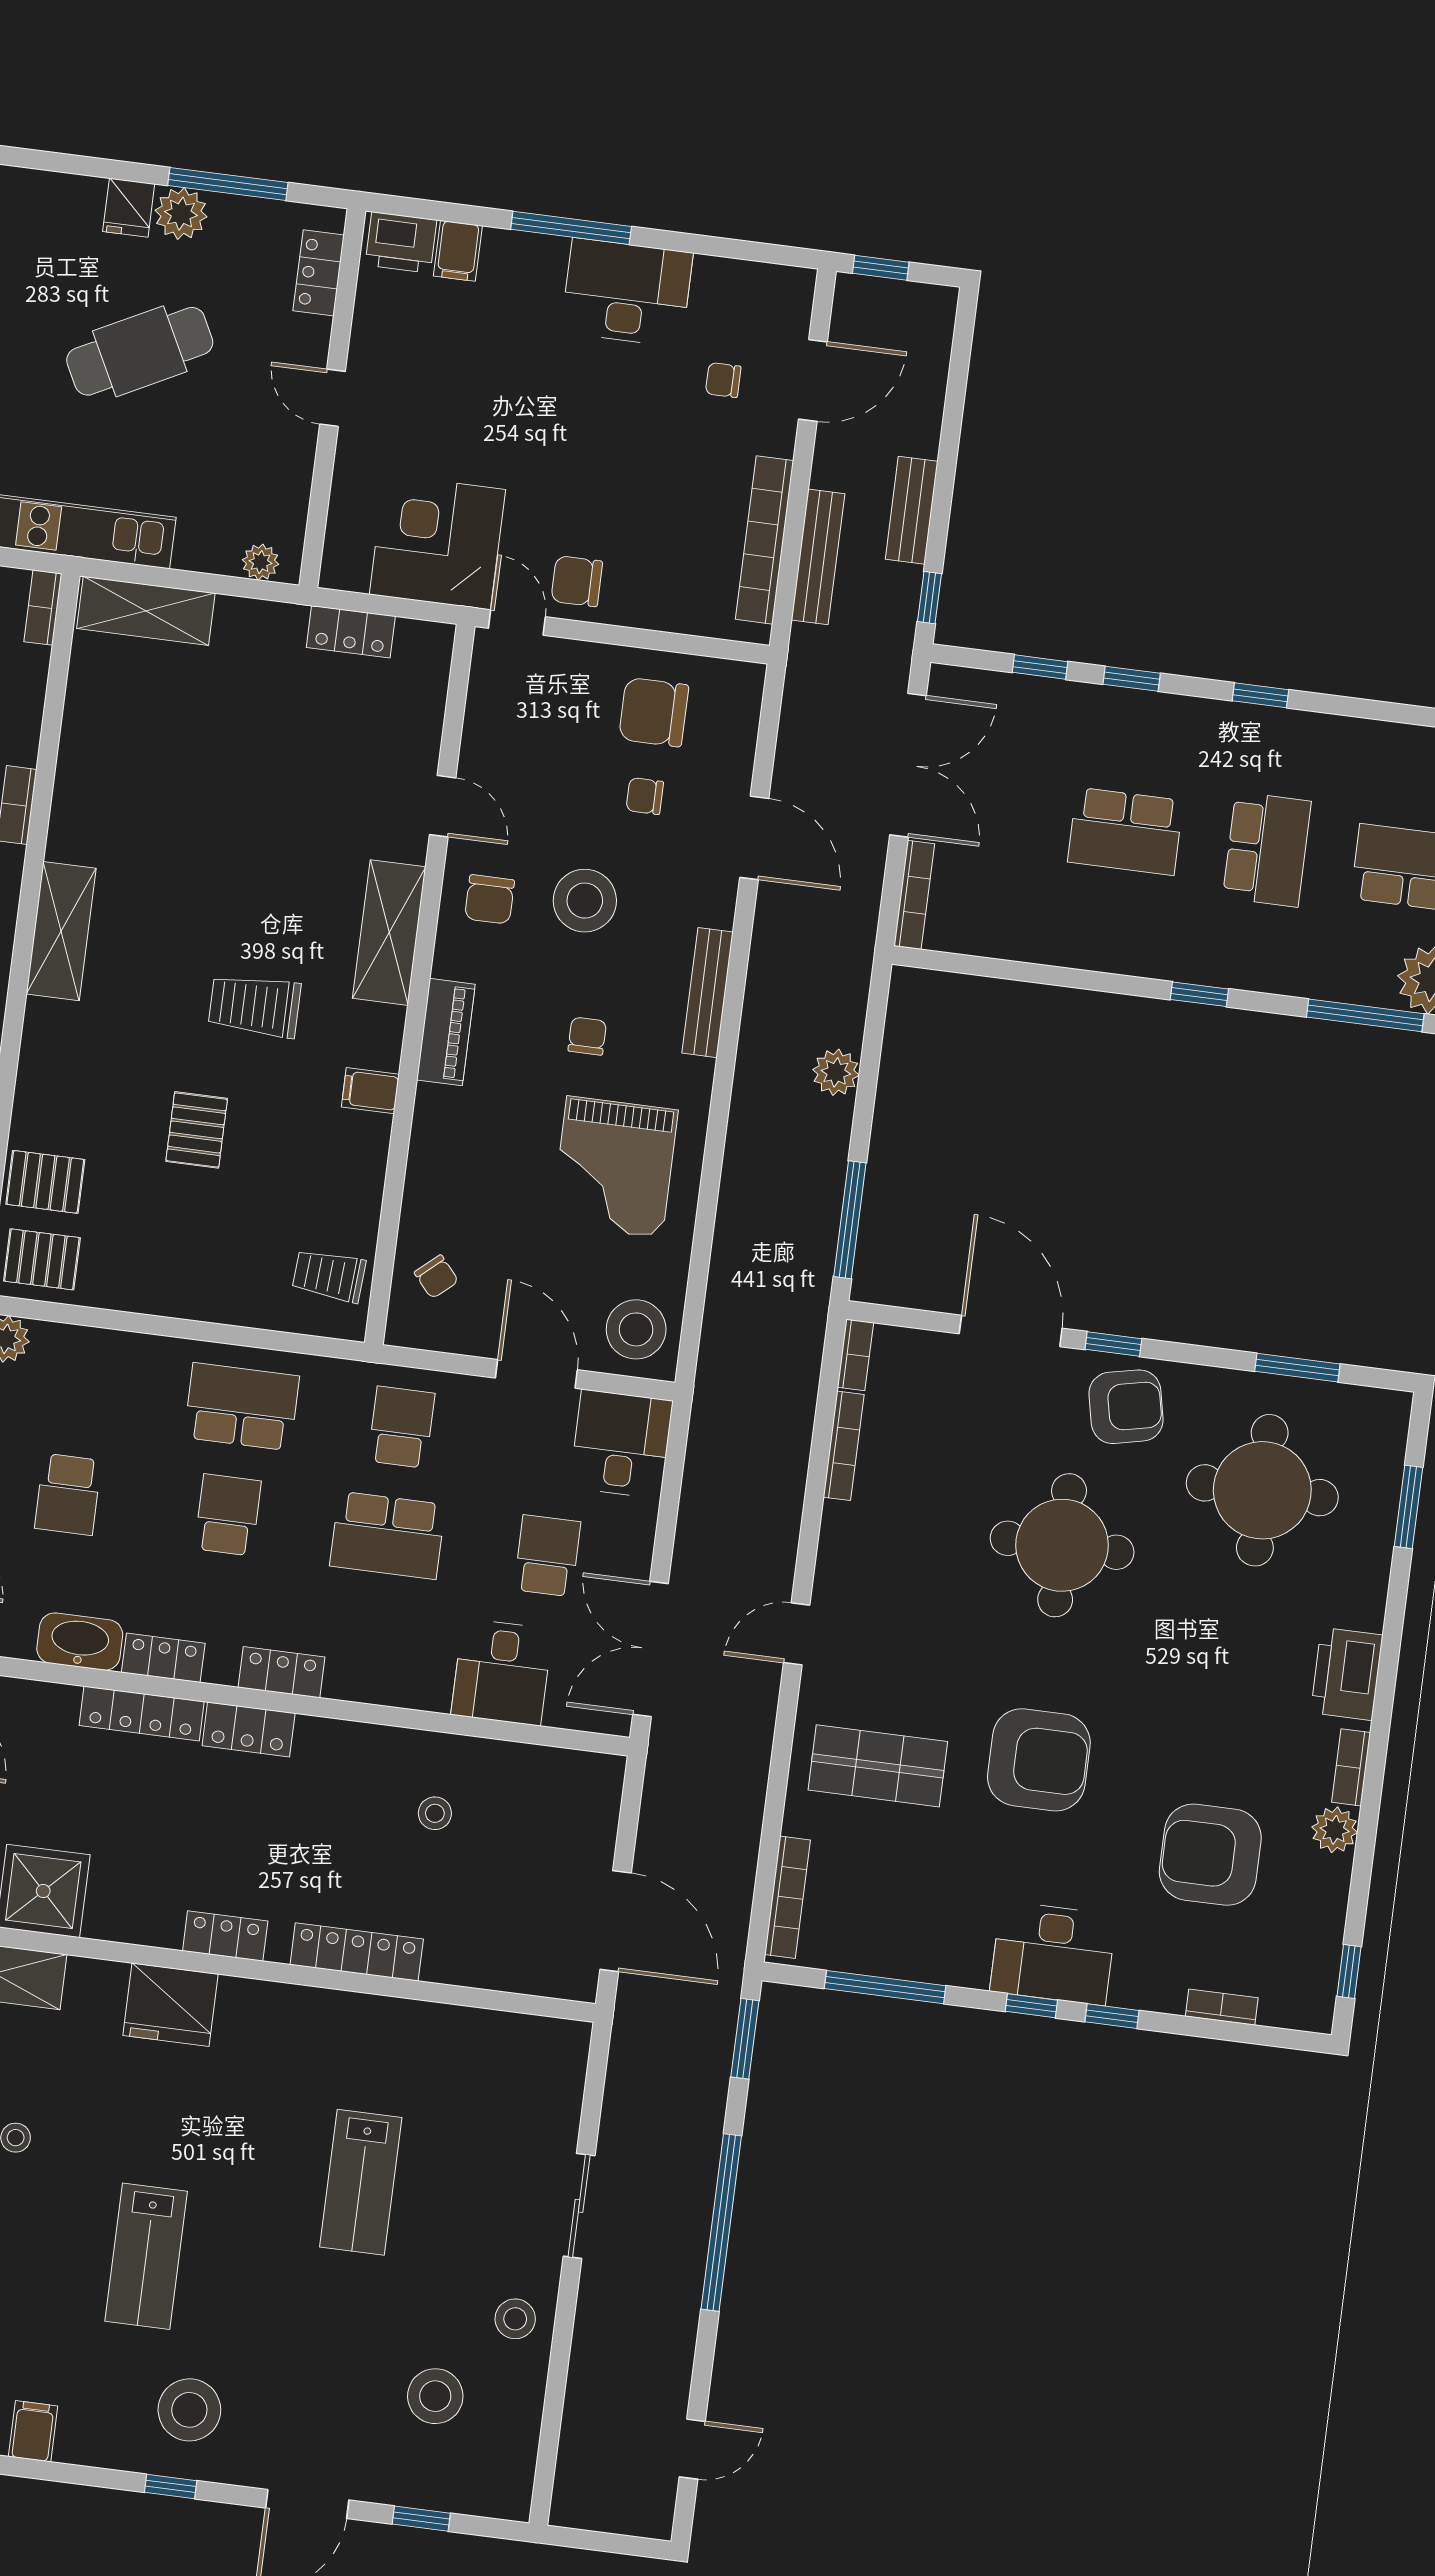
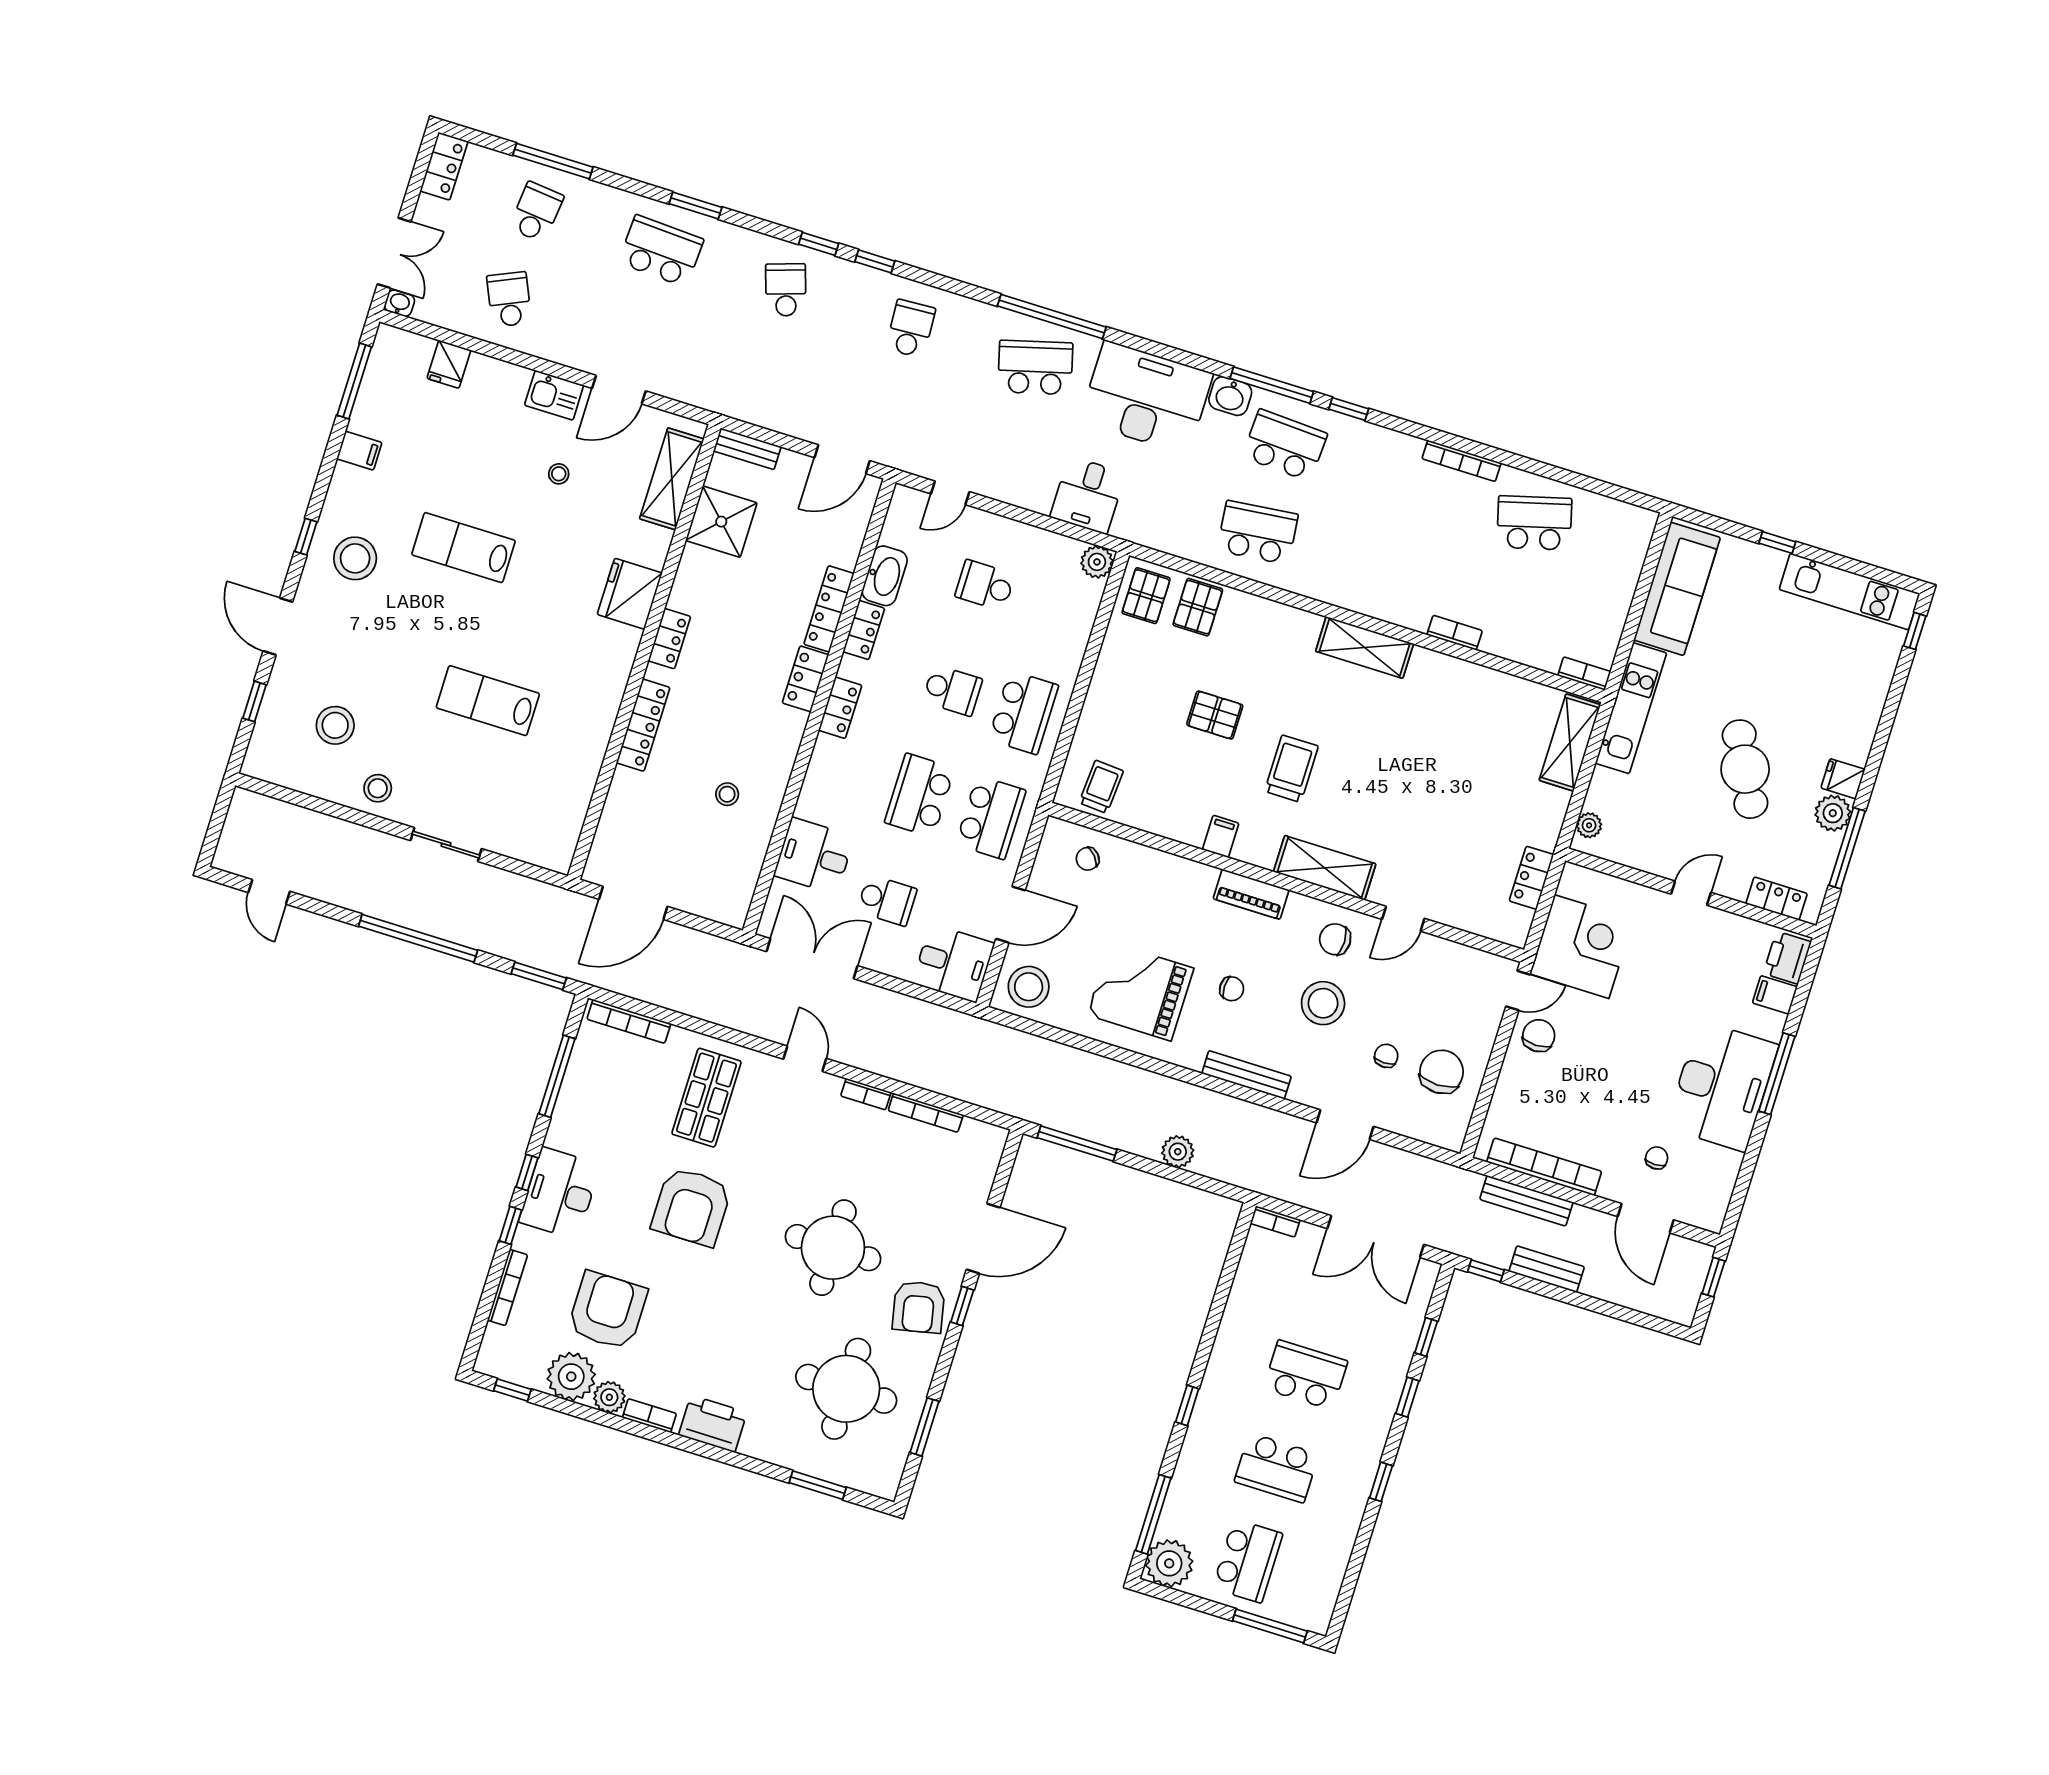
desk: (627, 292) -> (1722, 1086), width x1.36, depth x1.30
school desk: (1125, 831) -> (1305, 1375), turned 90
bookcase: (914, 895) -> (1275, 1221), width x0.64
bookcase: (855, 1355) -> (866, 1094), moved
school desk: (401, 1427) -> (991, 817), width x1.85
plant: (1315, 1890) -> (571, 1377), added
bookcase: (1222, 2007) -> (508, 1287), width x1.56

